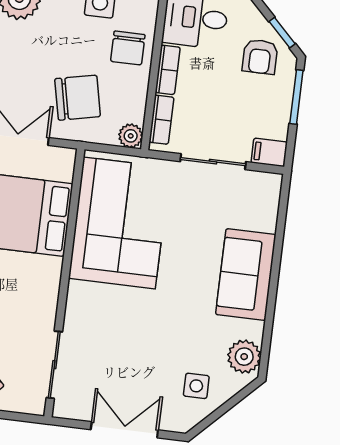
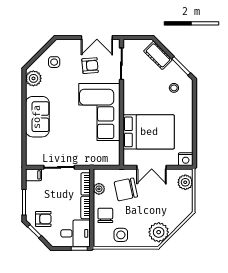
armchair: (260, 57) -> (43, 219), turned 90
plant: (131, 136) -> (99, 189), moved
corner sofa: (119, 223) -> (99, 112), moved
armchair: (121, 369) -> (90, 66), added
double door: (124, 430) -> (97, 38), moved

